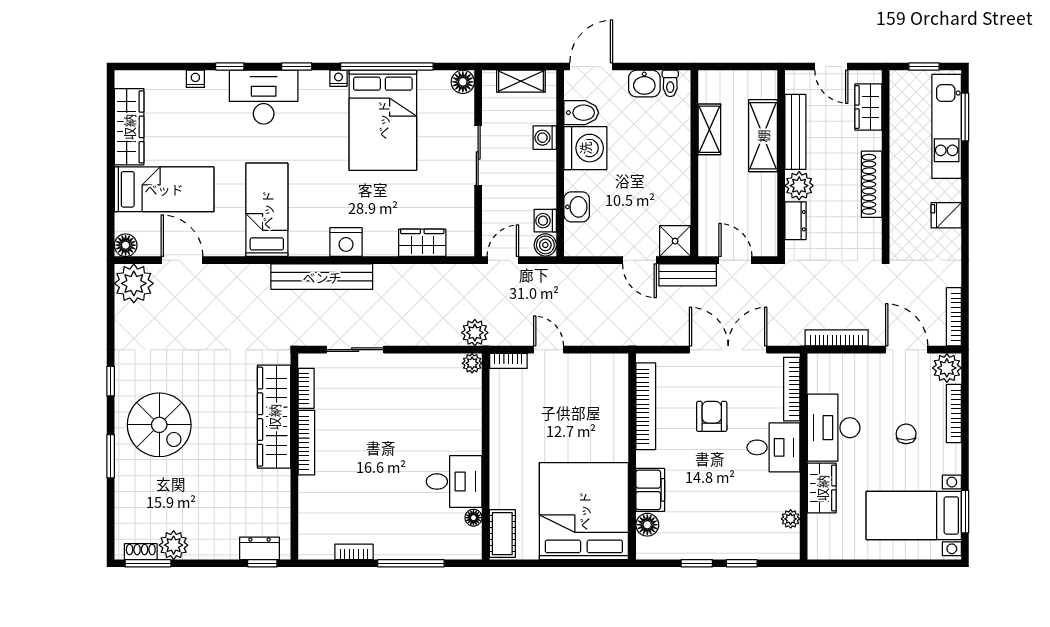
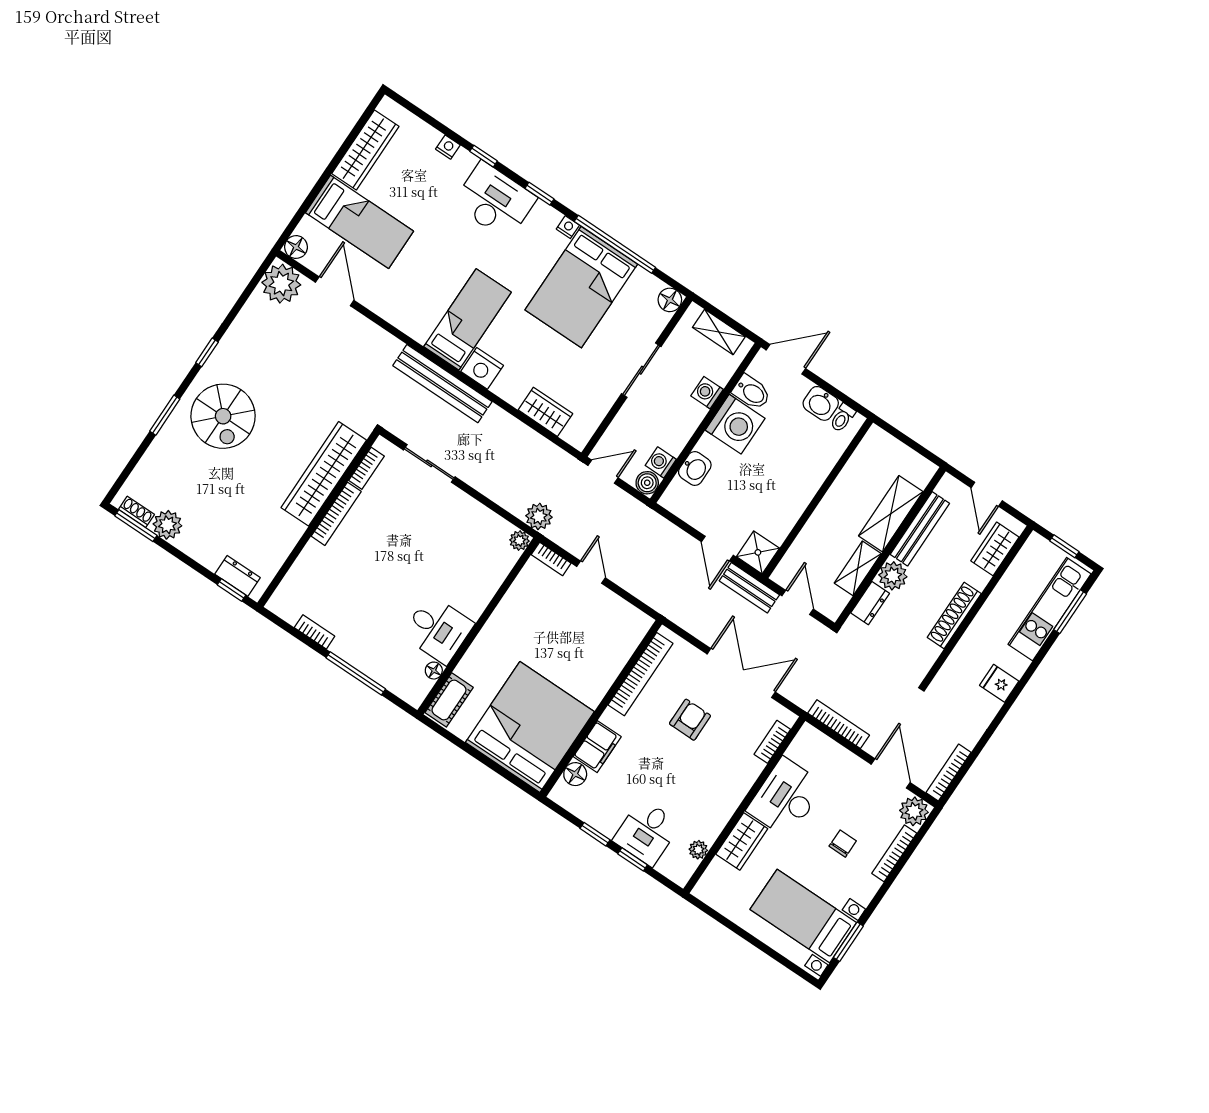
shelving: (709, 129) -> (858, 568), moved
bed: (267, 210) -> (468, 319), moved
bookcase: (792, 389) -> (772, 742), width x0.64
desk: (773, 447) -> (647, 832), moved, turned 90

